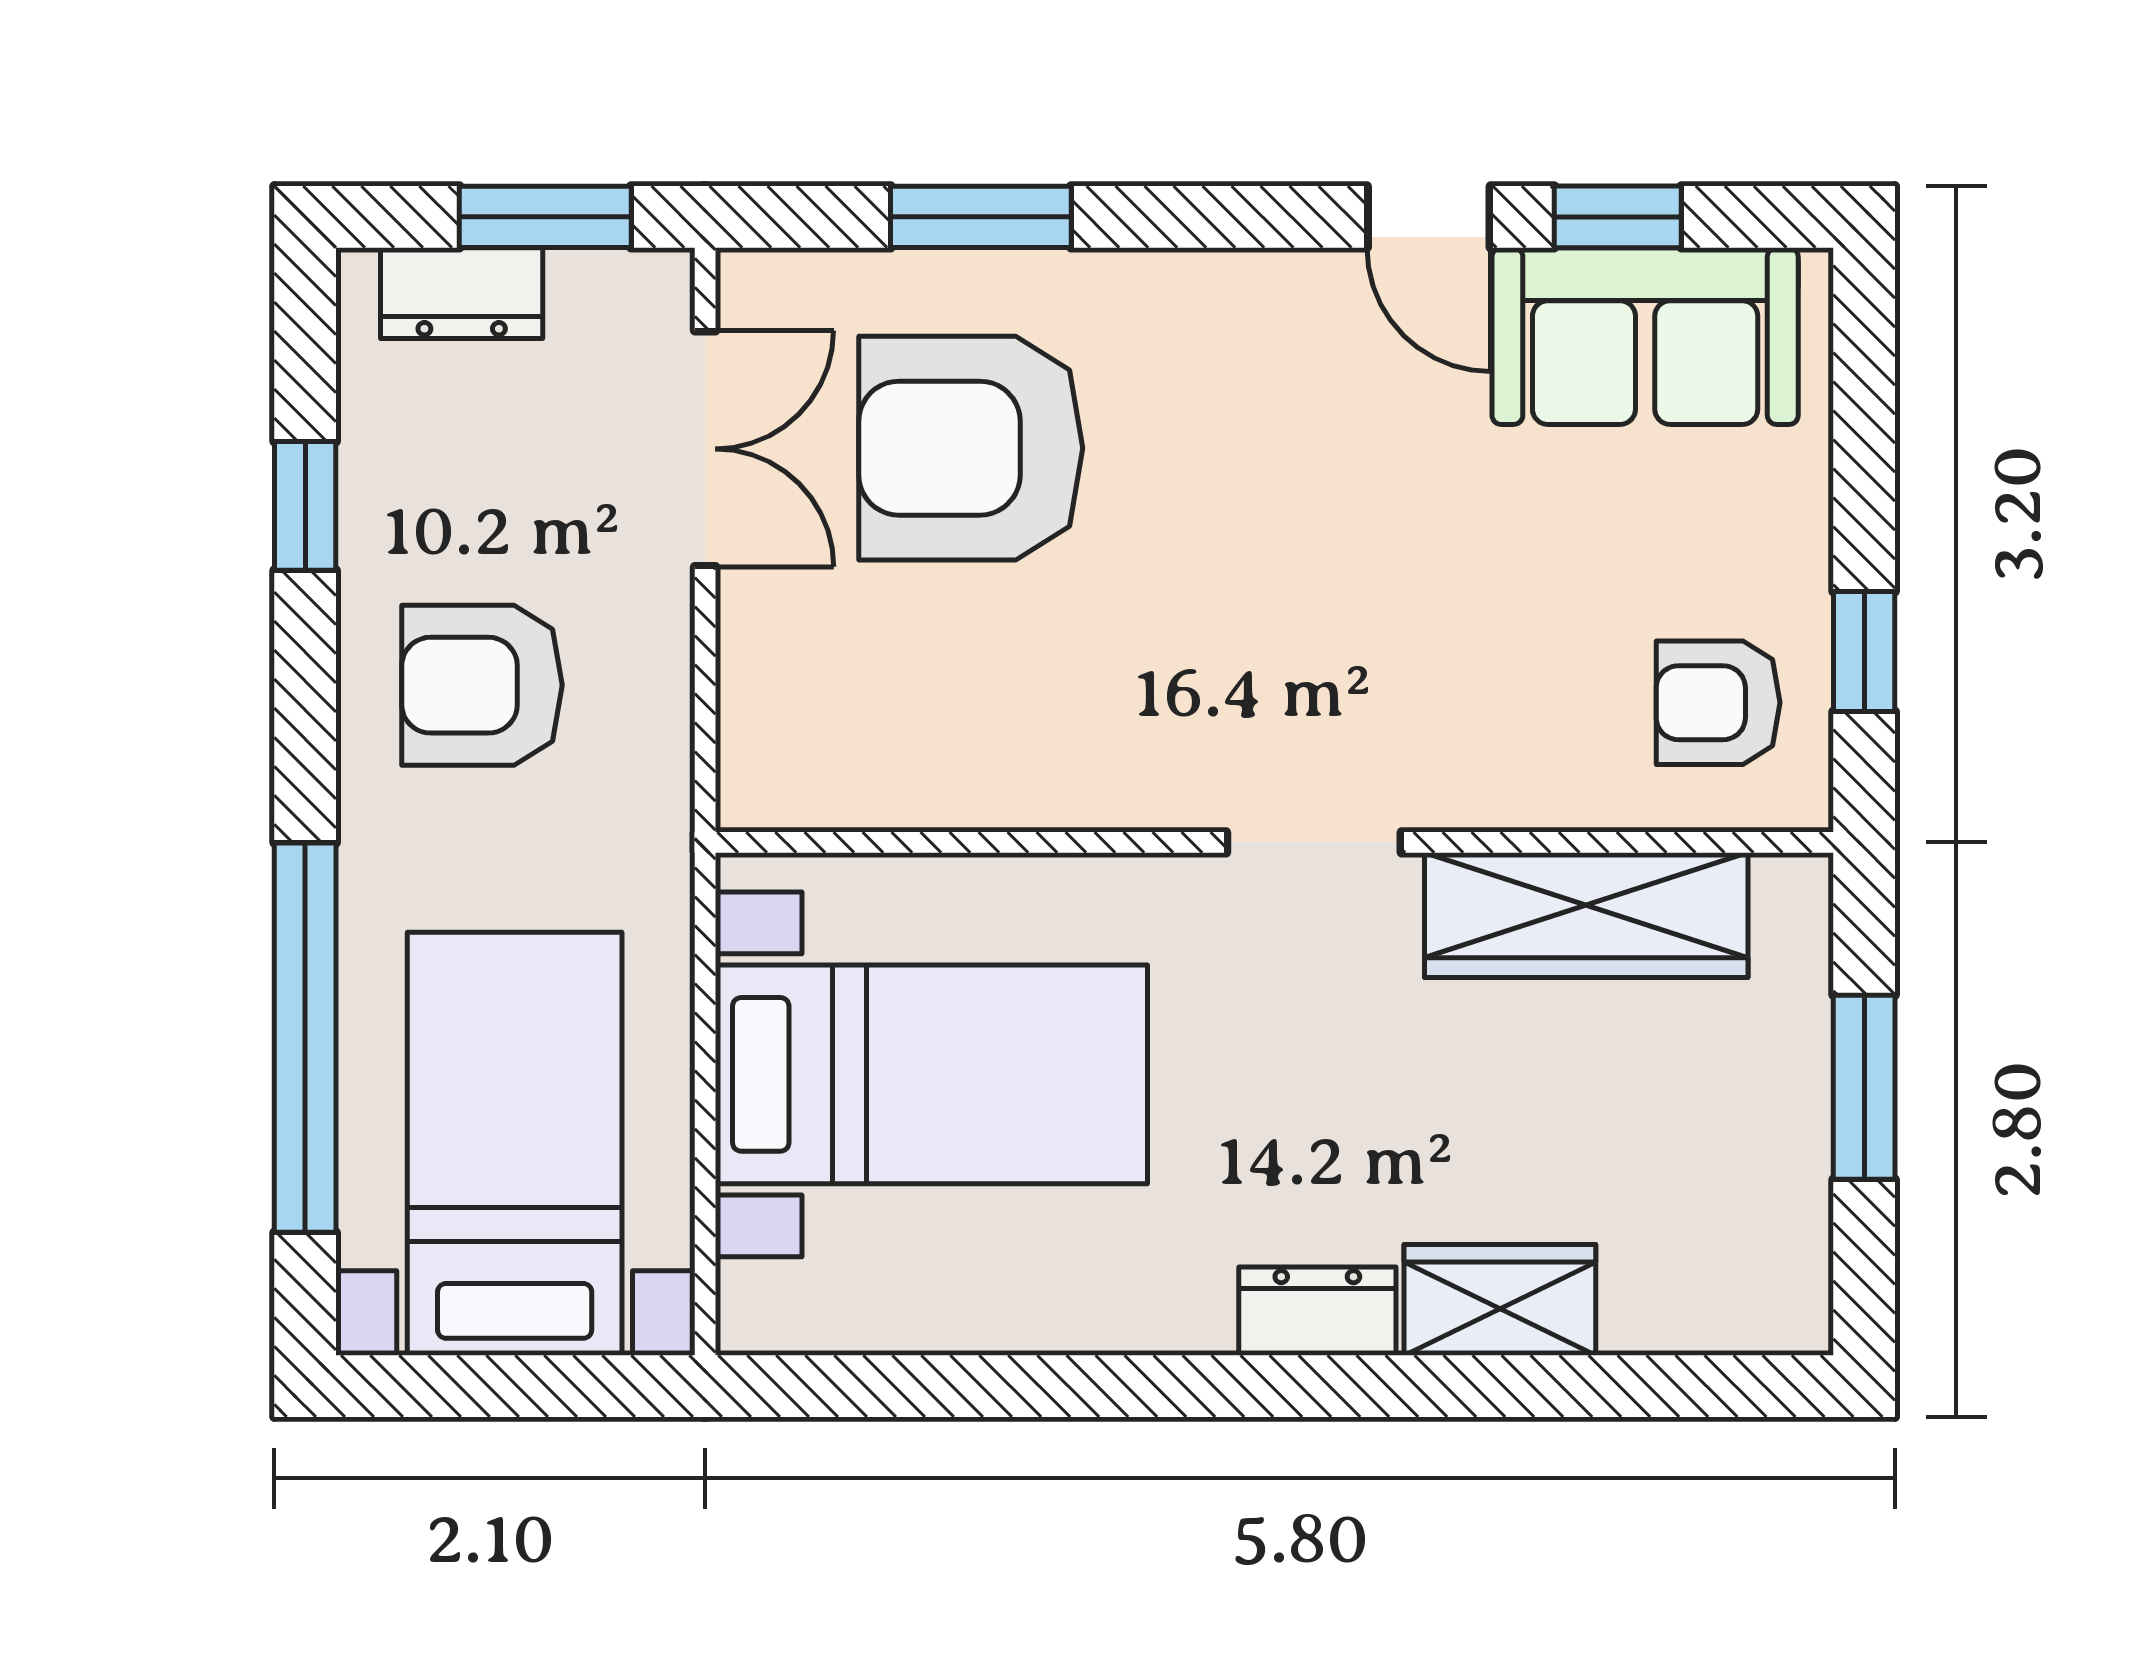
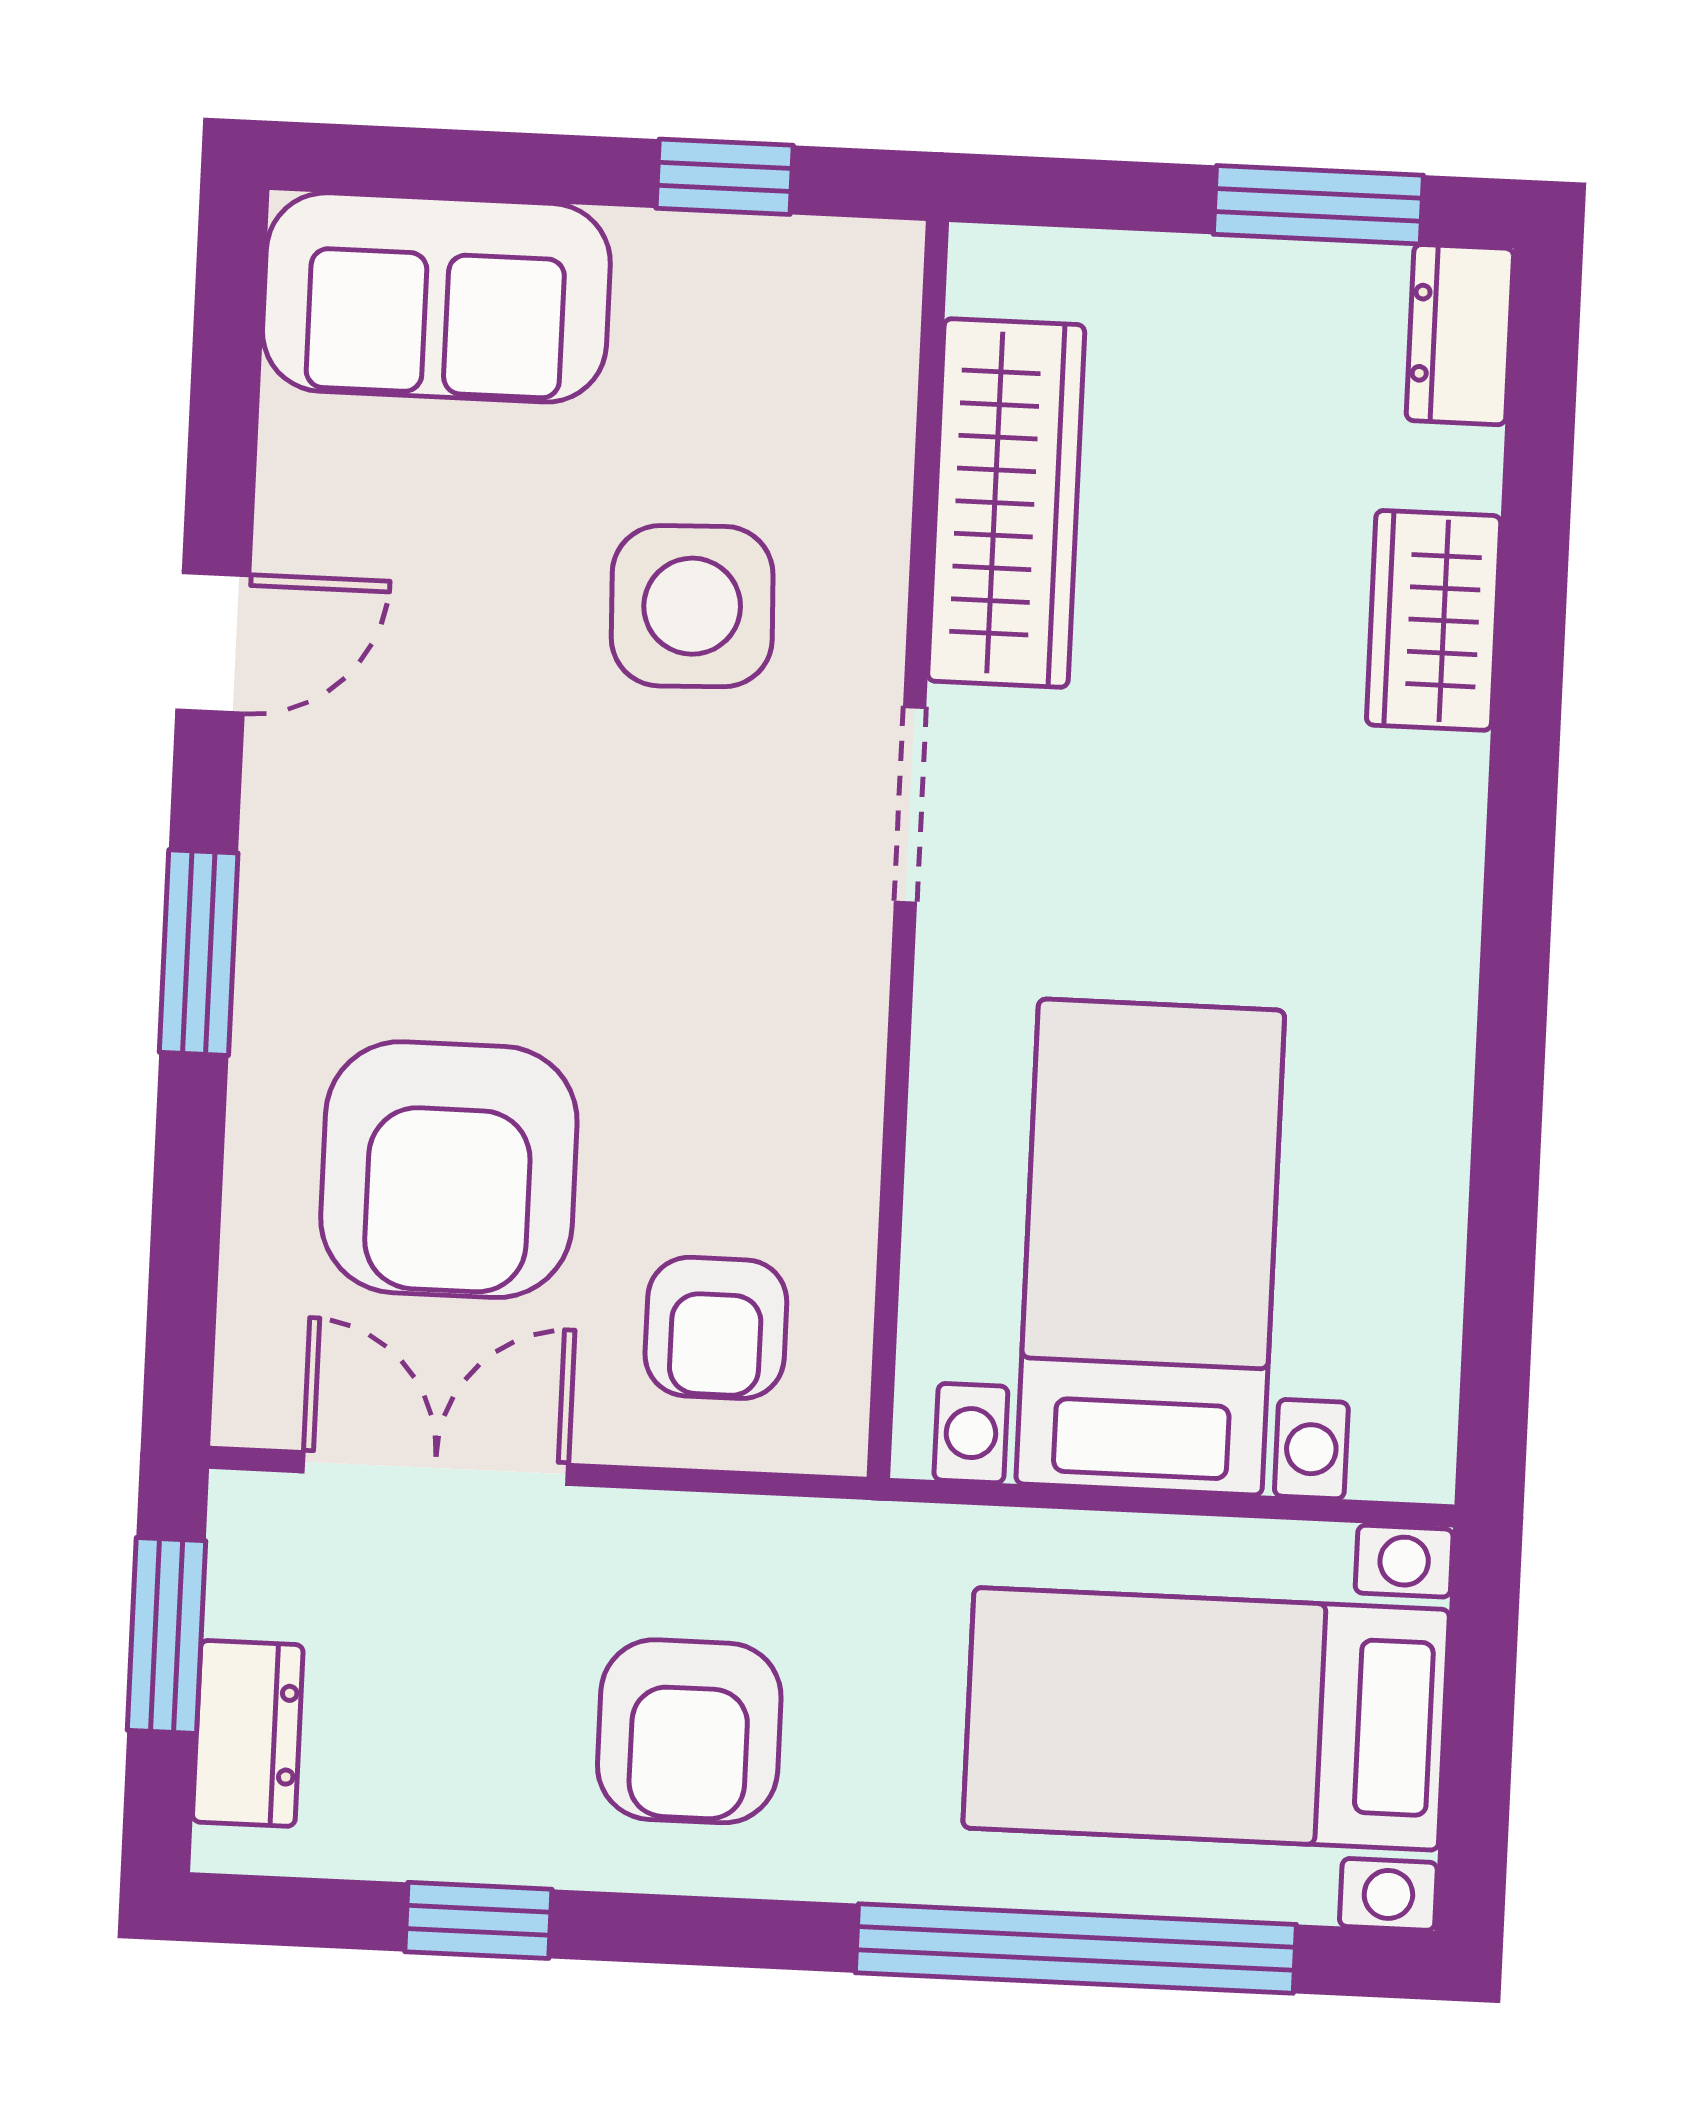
window: (981, 217) -> (199, 953), moved
window: (1618, 217) -> (223, 430), removed
sofa: (1645, 336) -> (436, 297), moved, turned 90
side table: (1481, 641) -> (692, 606), added
armchair: (1718, 703) -> (716, 1328), moved
window: (1864, 1087) -> (1318, 205), moved
dresser: (1317, 1311) -> (1460, 335), moved

